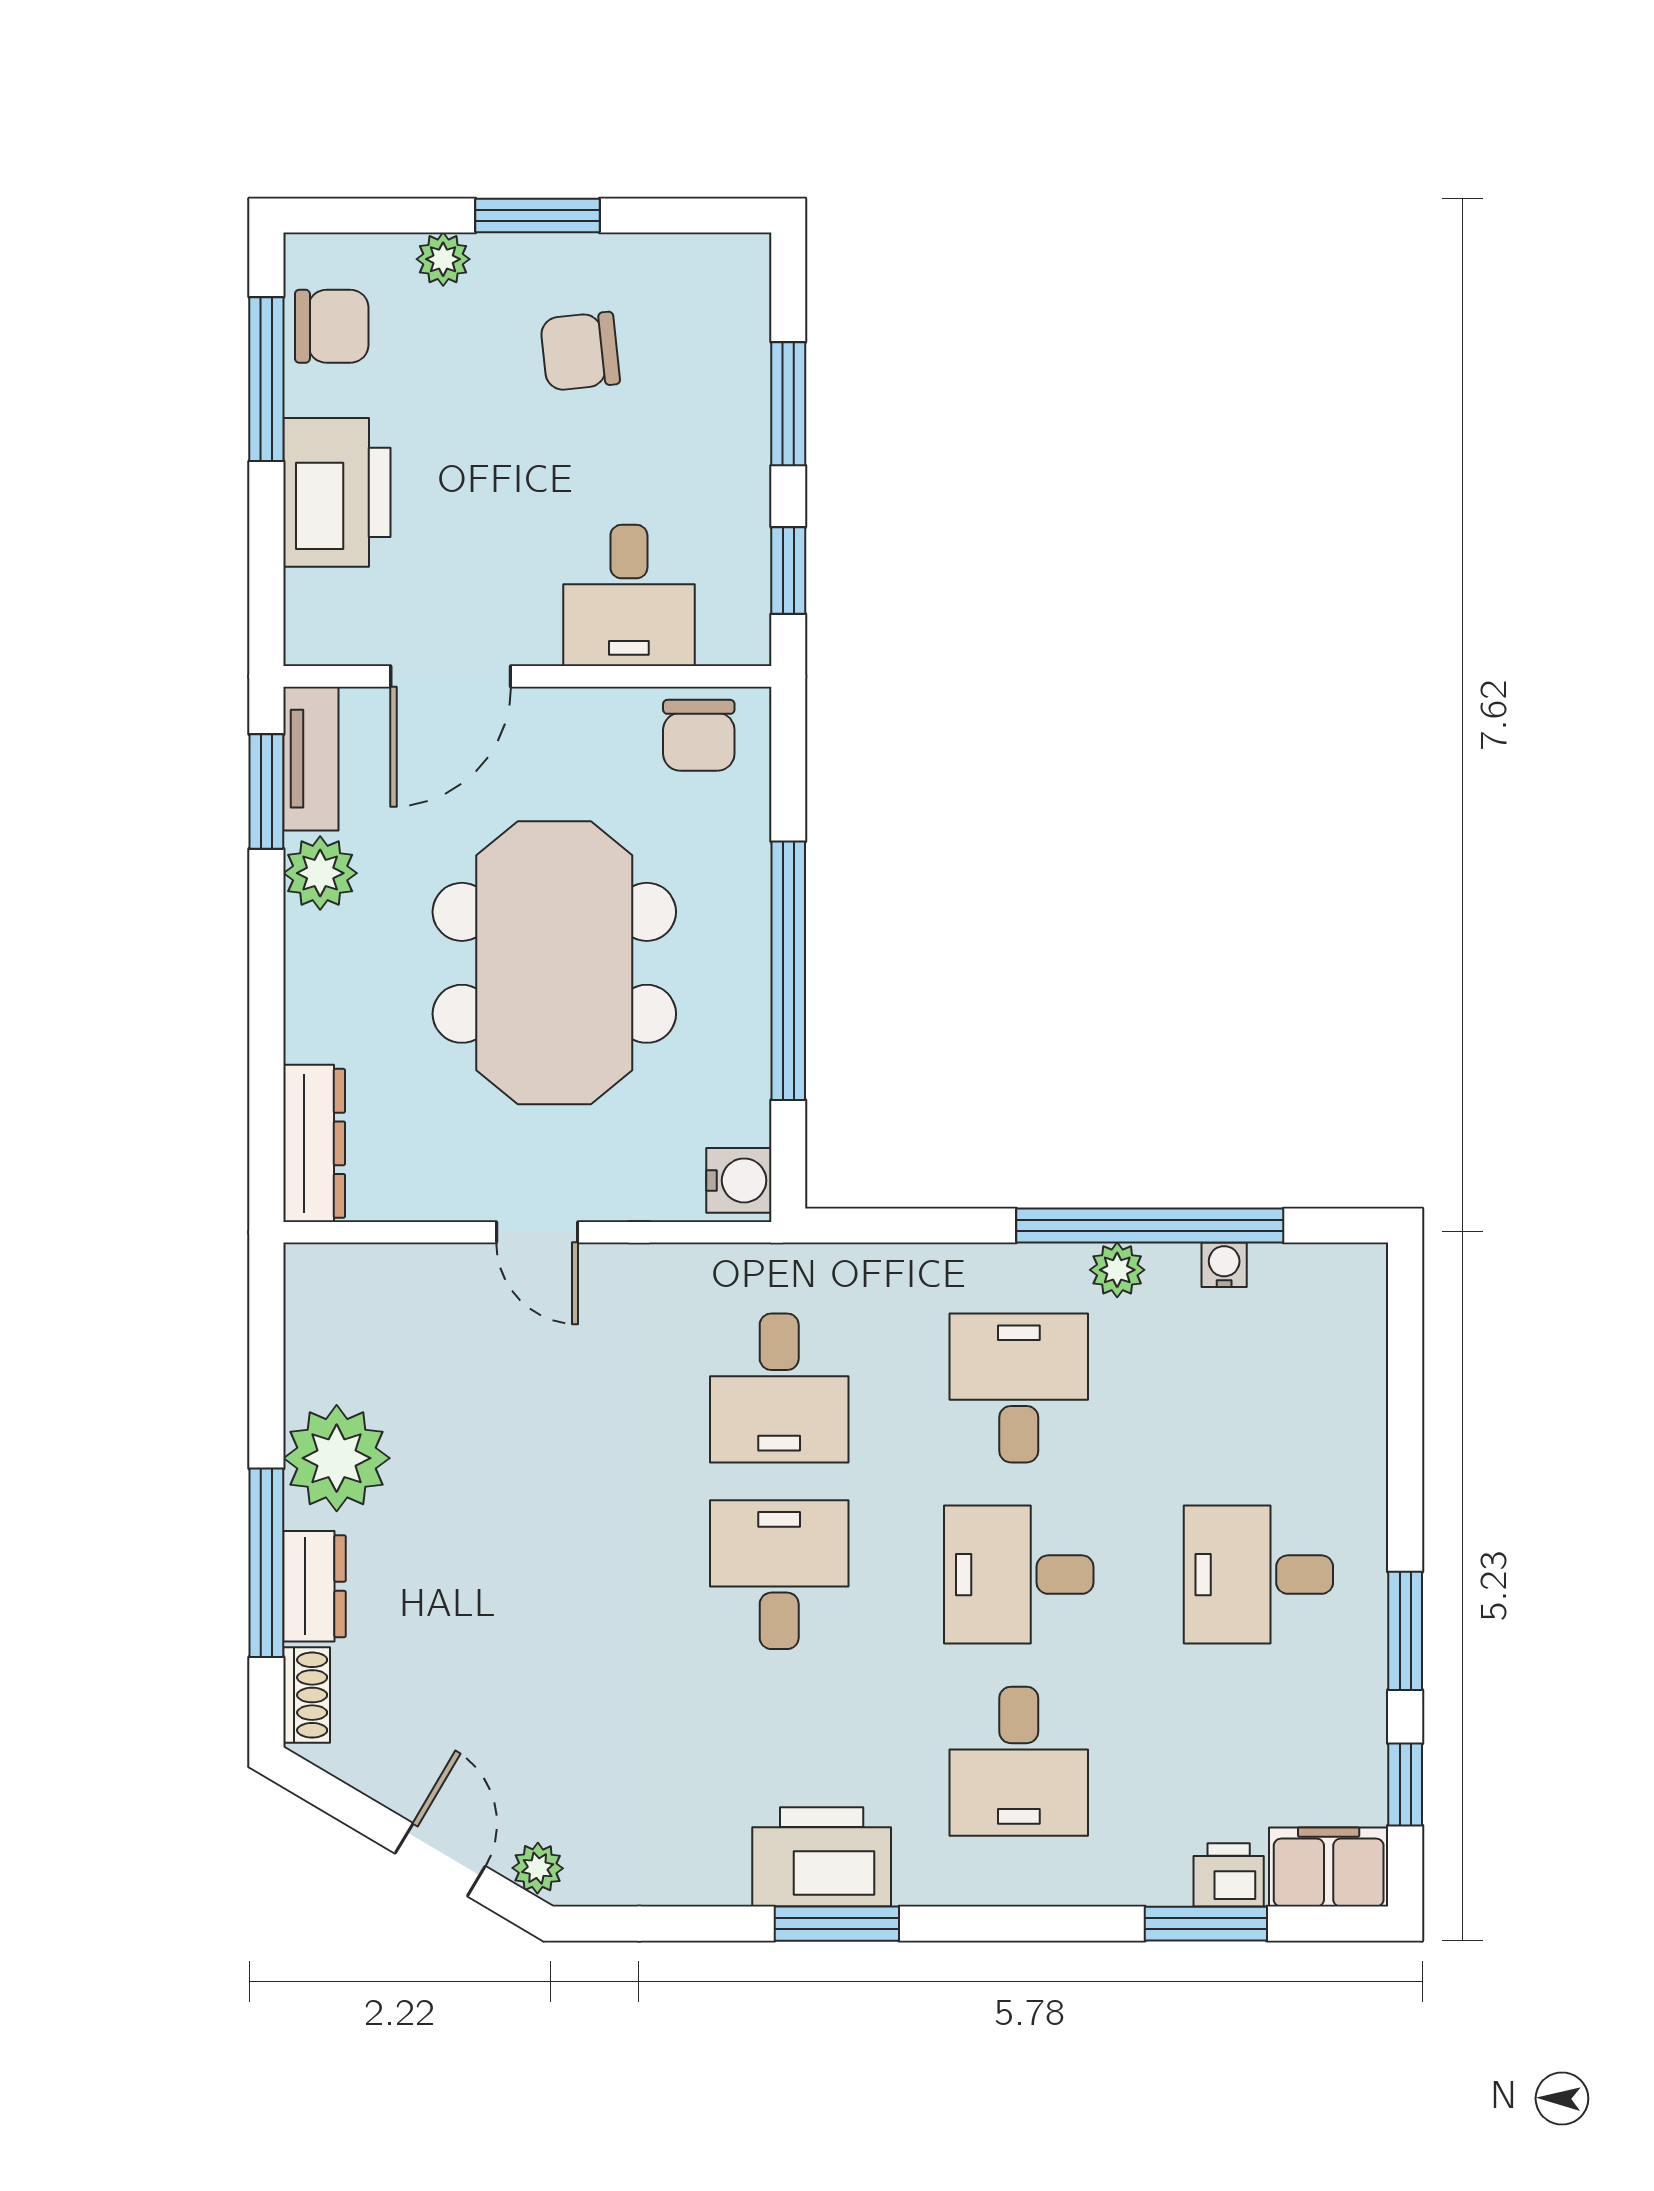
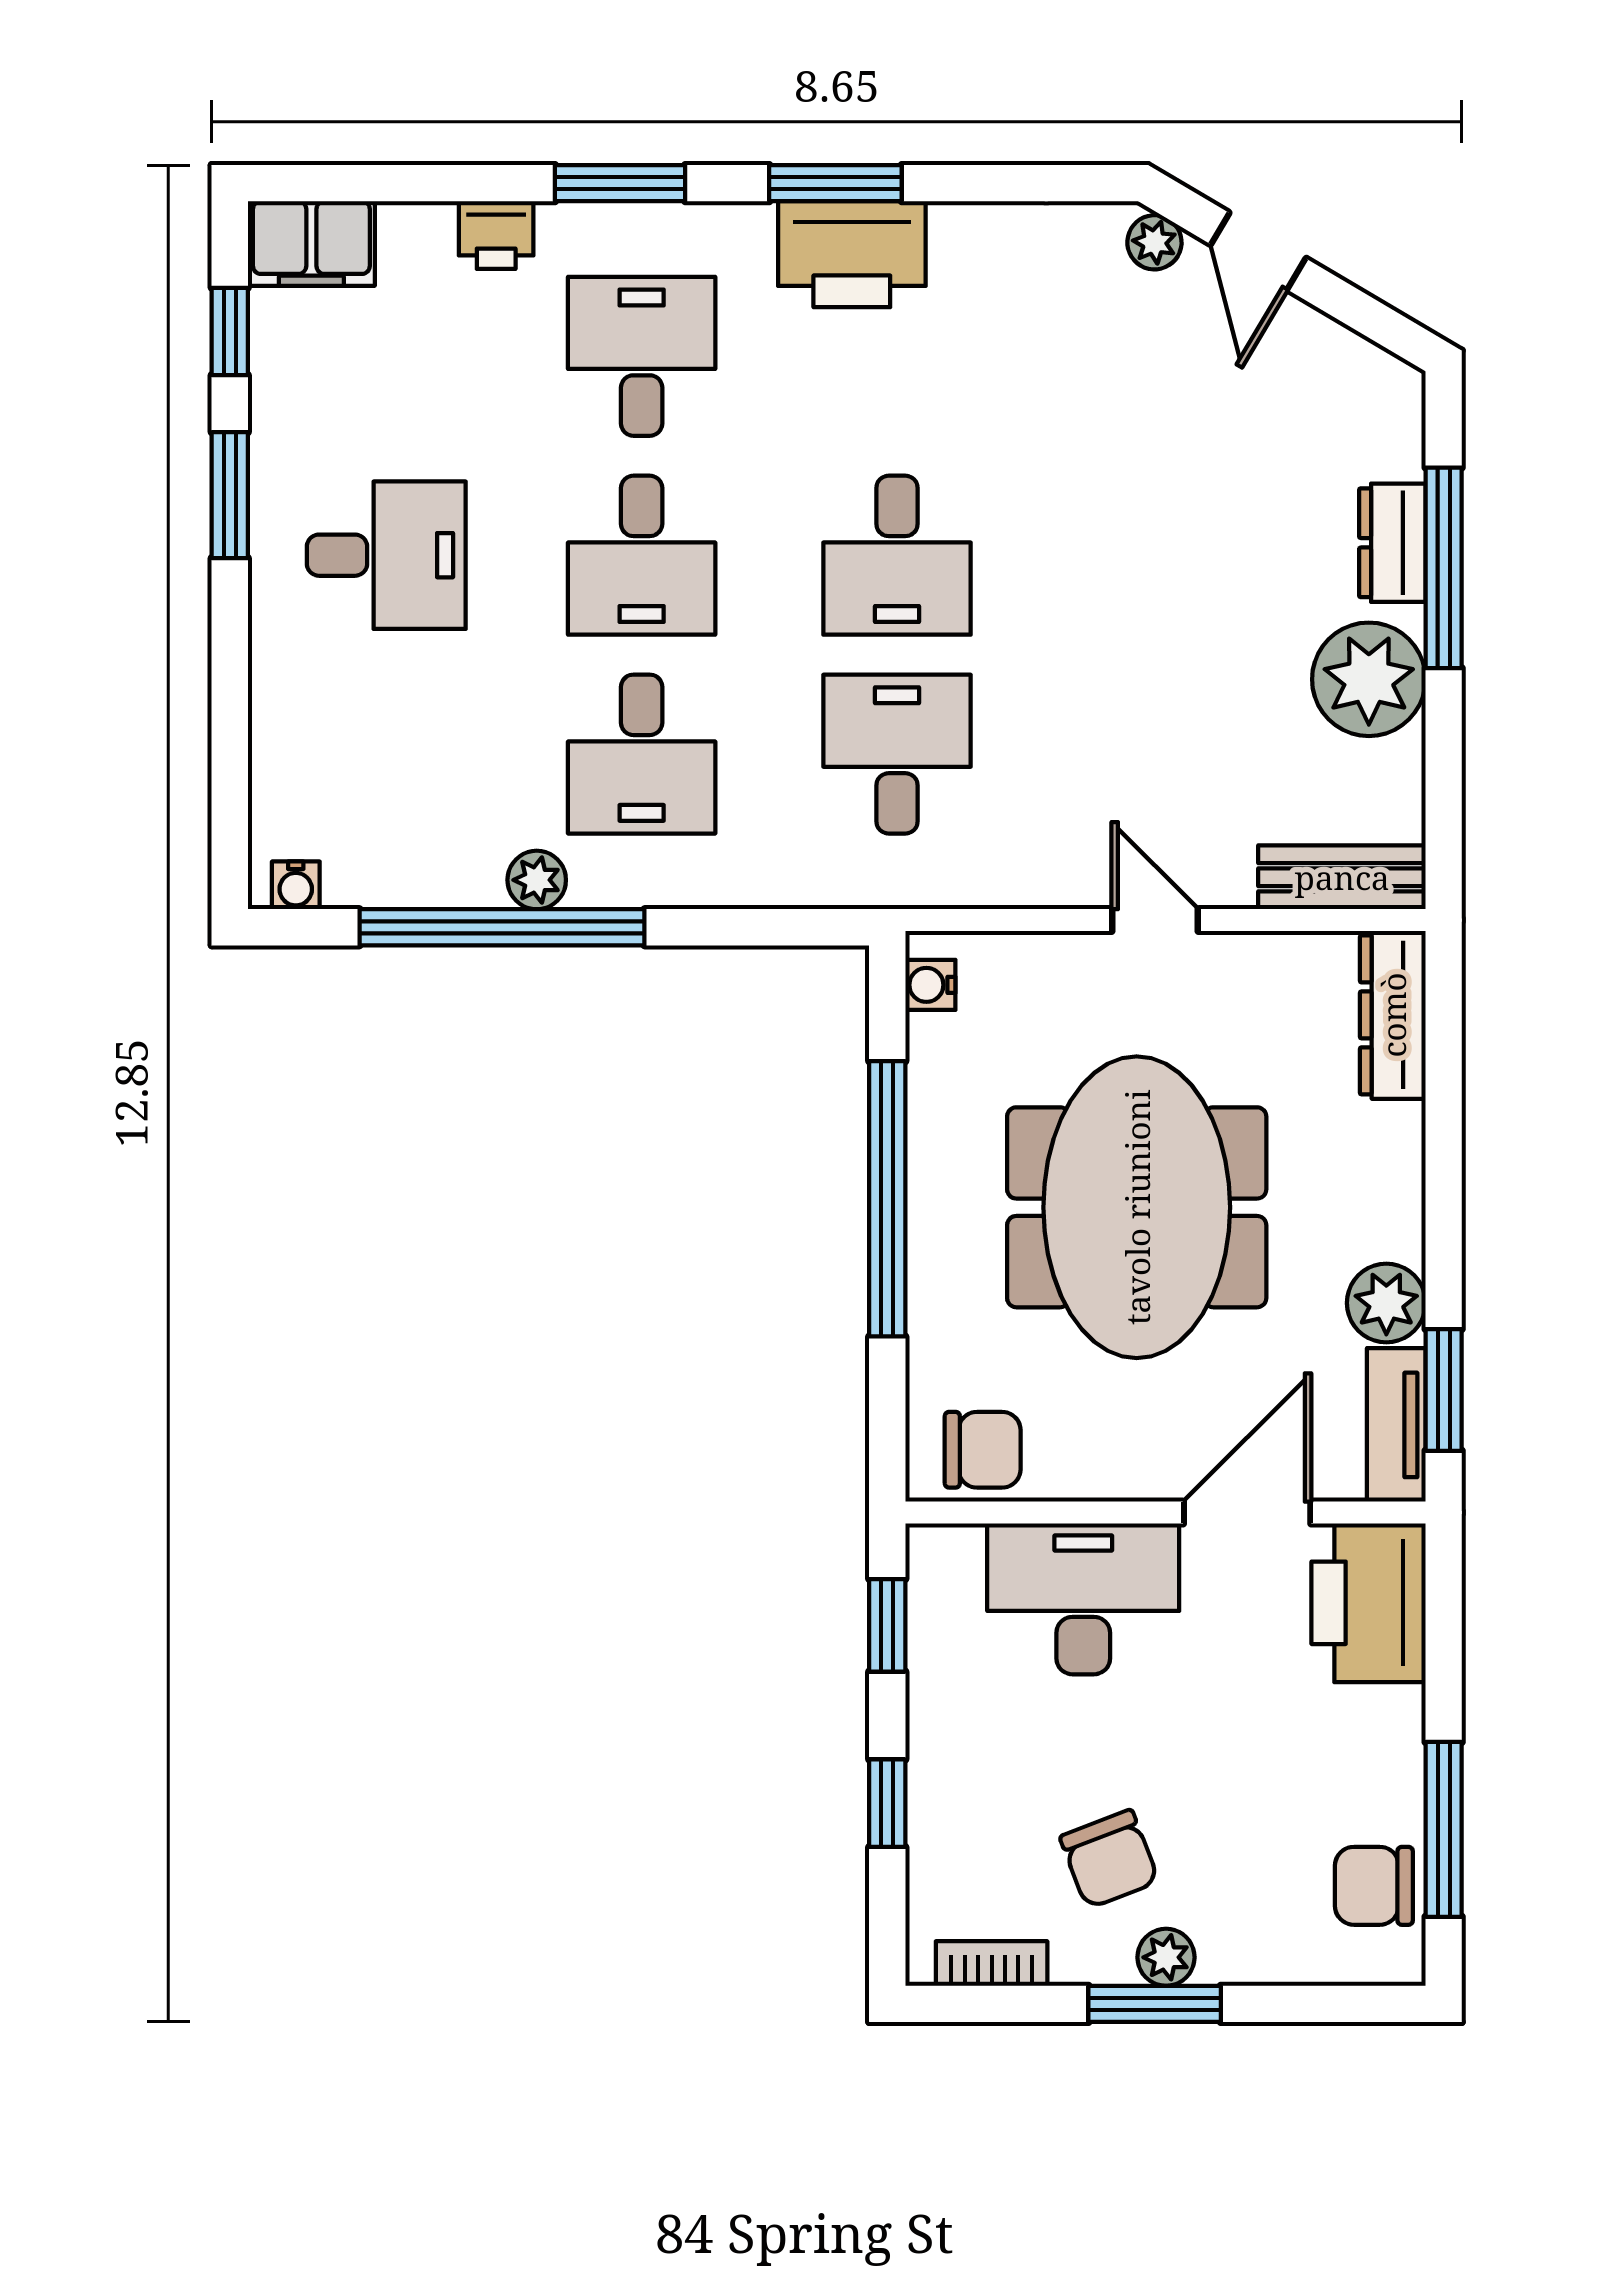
bookcase: (690, 253) -> (992, 1963), added
plant: (443, 259) -> (1166, 1957), moved
chair: (580, 351) -> (1109, 1859), turned 75
window: (788, 404) -> (887, 1803), width x0.67
printer: (337, 492) -> (1369, 1603), moved
desk: (629, 595) -> (1083, 1599), width x1.37
chair: (699, 735) -> (983, 1450), turned 90
water cooler: (739, 1180) -> (930, 985), width x0.72, depth x0.72
water cooler: (1224, 1265) -> (296, 885), moved
bench: (362, 1272) -> (1342, 877), added
desk: (1019, 1575) -> (642, 555), turned 90
shoe rack: (307, 1695) -> (1401, 427), removed
printer: (1229, 1875) -> (496, 235), moved
window: (1206, 1924) -> (620, 183), moved

